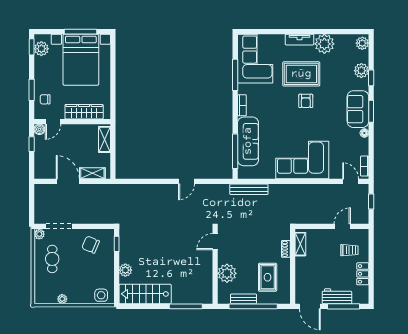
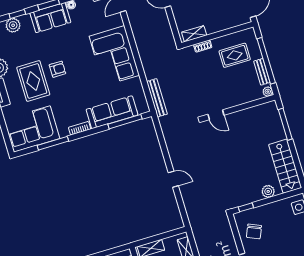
door: (186, 181) -> (173, 179), moved
plant: (227, 273) -> (268, 92), moved, width x0.53, depth x0.53

